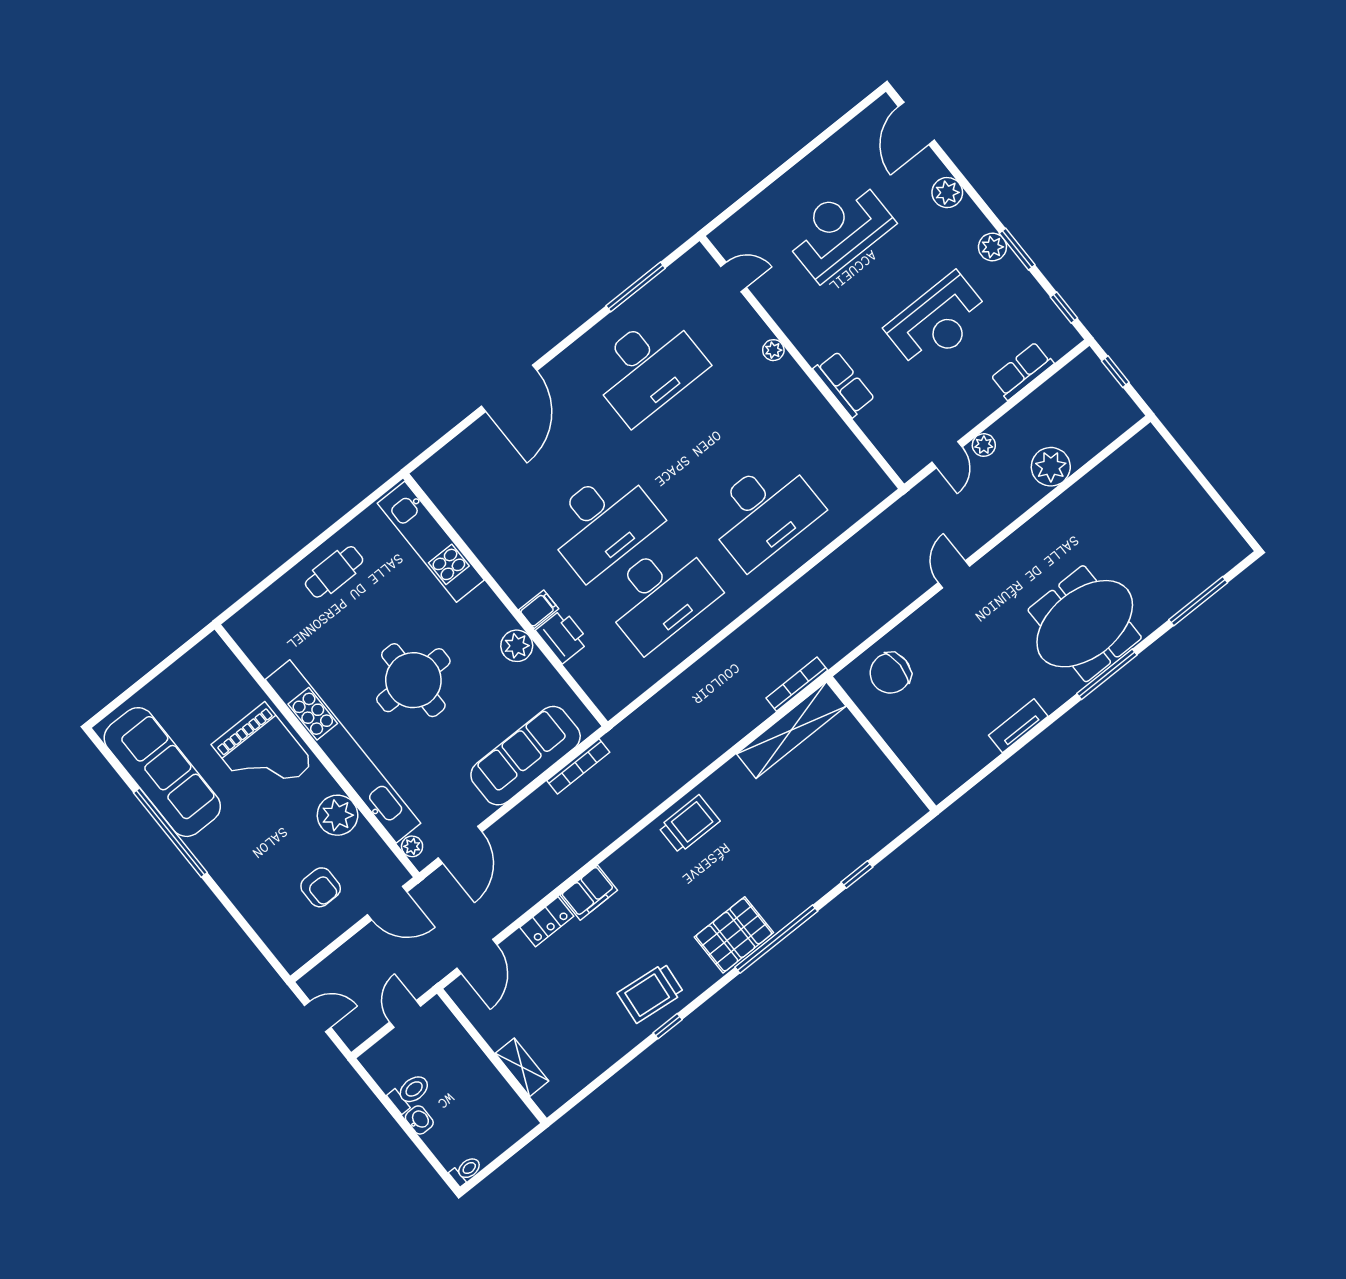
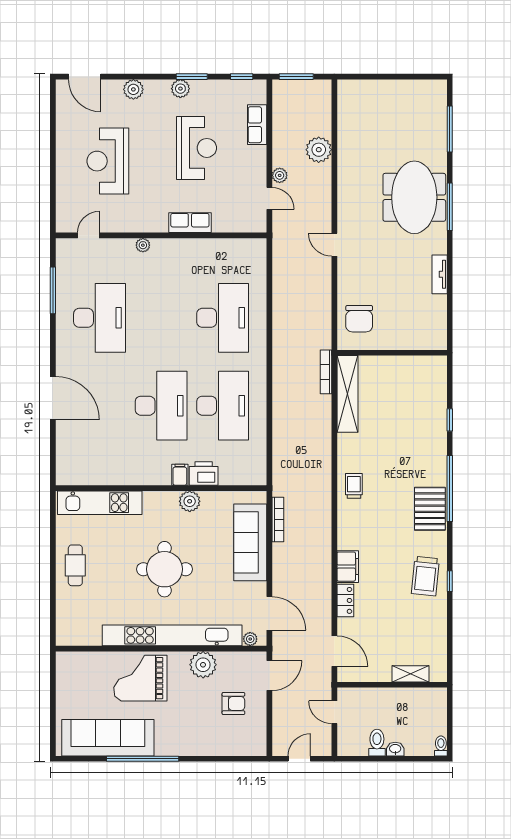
window: (1115, 372) -> (296, 77), width x1.50
grand piano: (263, 754) -> (140, 678), turned 180
trolley: (689, 824) -> (354, 486), width x0.73, depth x0.72

